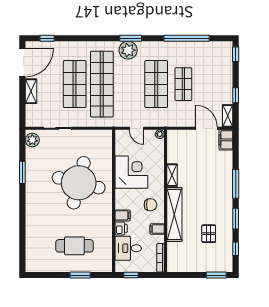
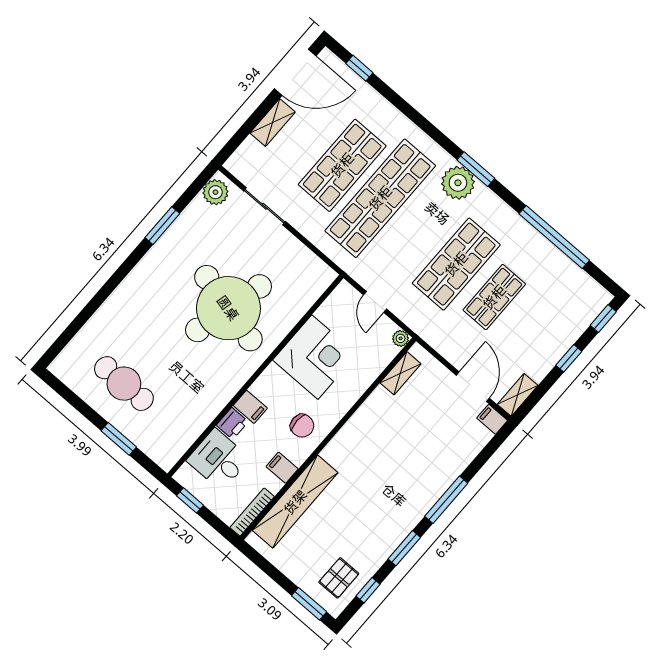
window: (236, 95) -> (569, 358), moved
filing cabinet: (226, 140) -> (492, 419), width x0.50
shelving: (172, 175) -> (400, 373), moved
shelving: (174, 214) -> (295, 502), moved
pallet: (209, 234) -> (339, 578), moved
cafe table: (74, 246) -> (124, 384), moved

